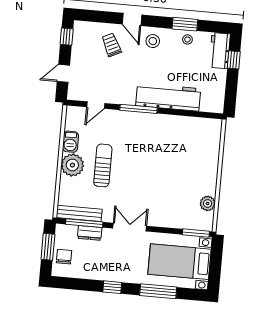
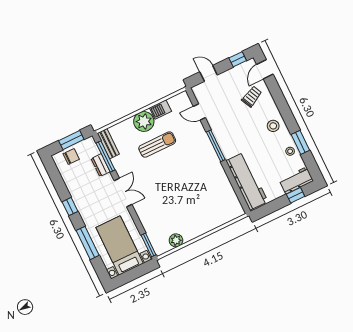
door: (132, 19) -> (265, 69), moved
workbench: (168, 97) -> (247, 181), moved
bench: (79, 213) -> (108, 144), width x0.73

